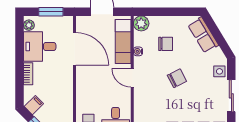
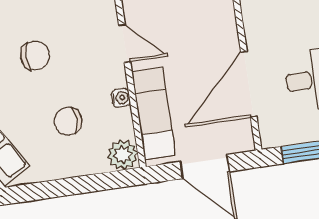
door: (74, 49) -> (249, 84), hinge flipped
chair: (177, 78) -> (35, 56), turned -153

